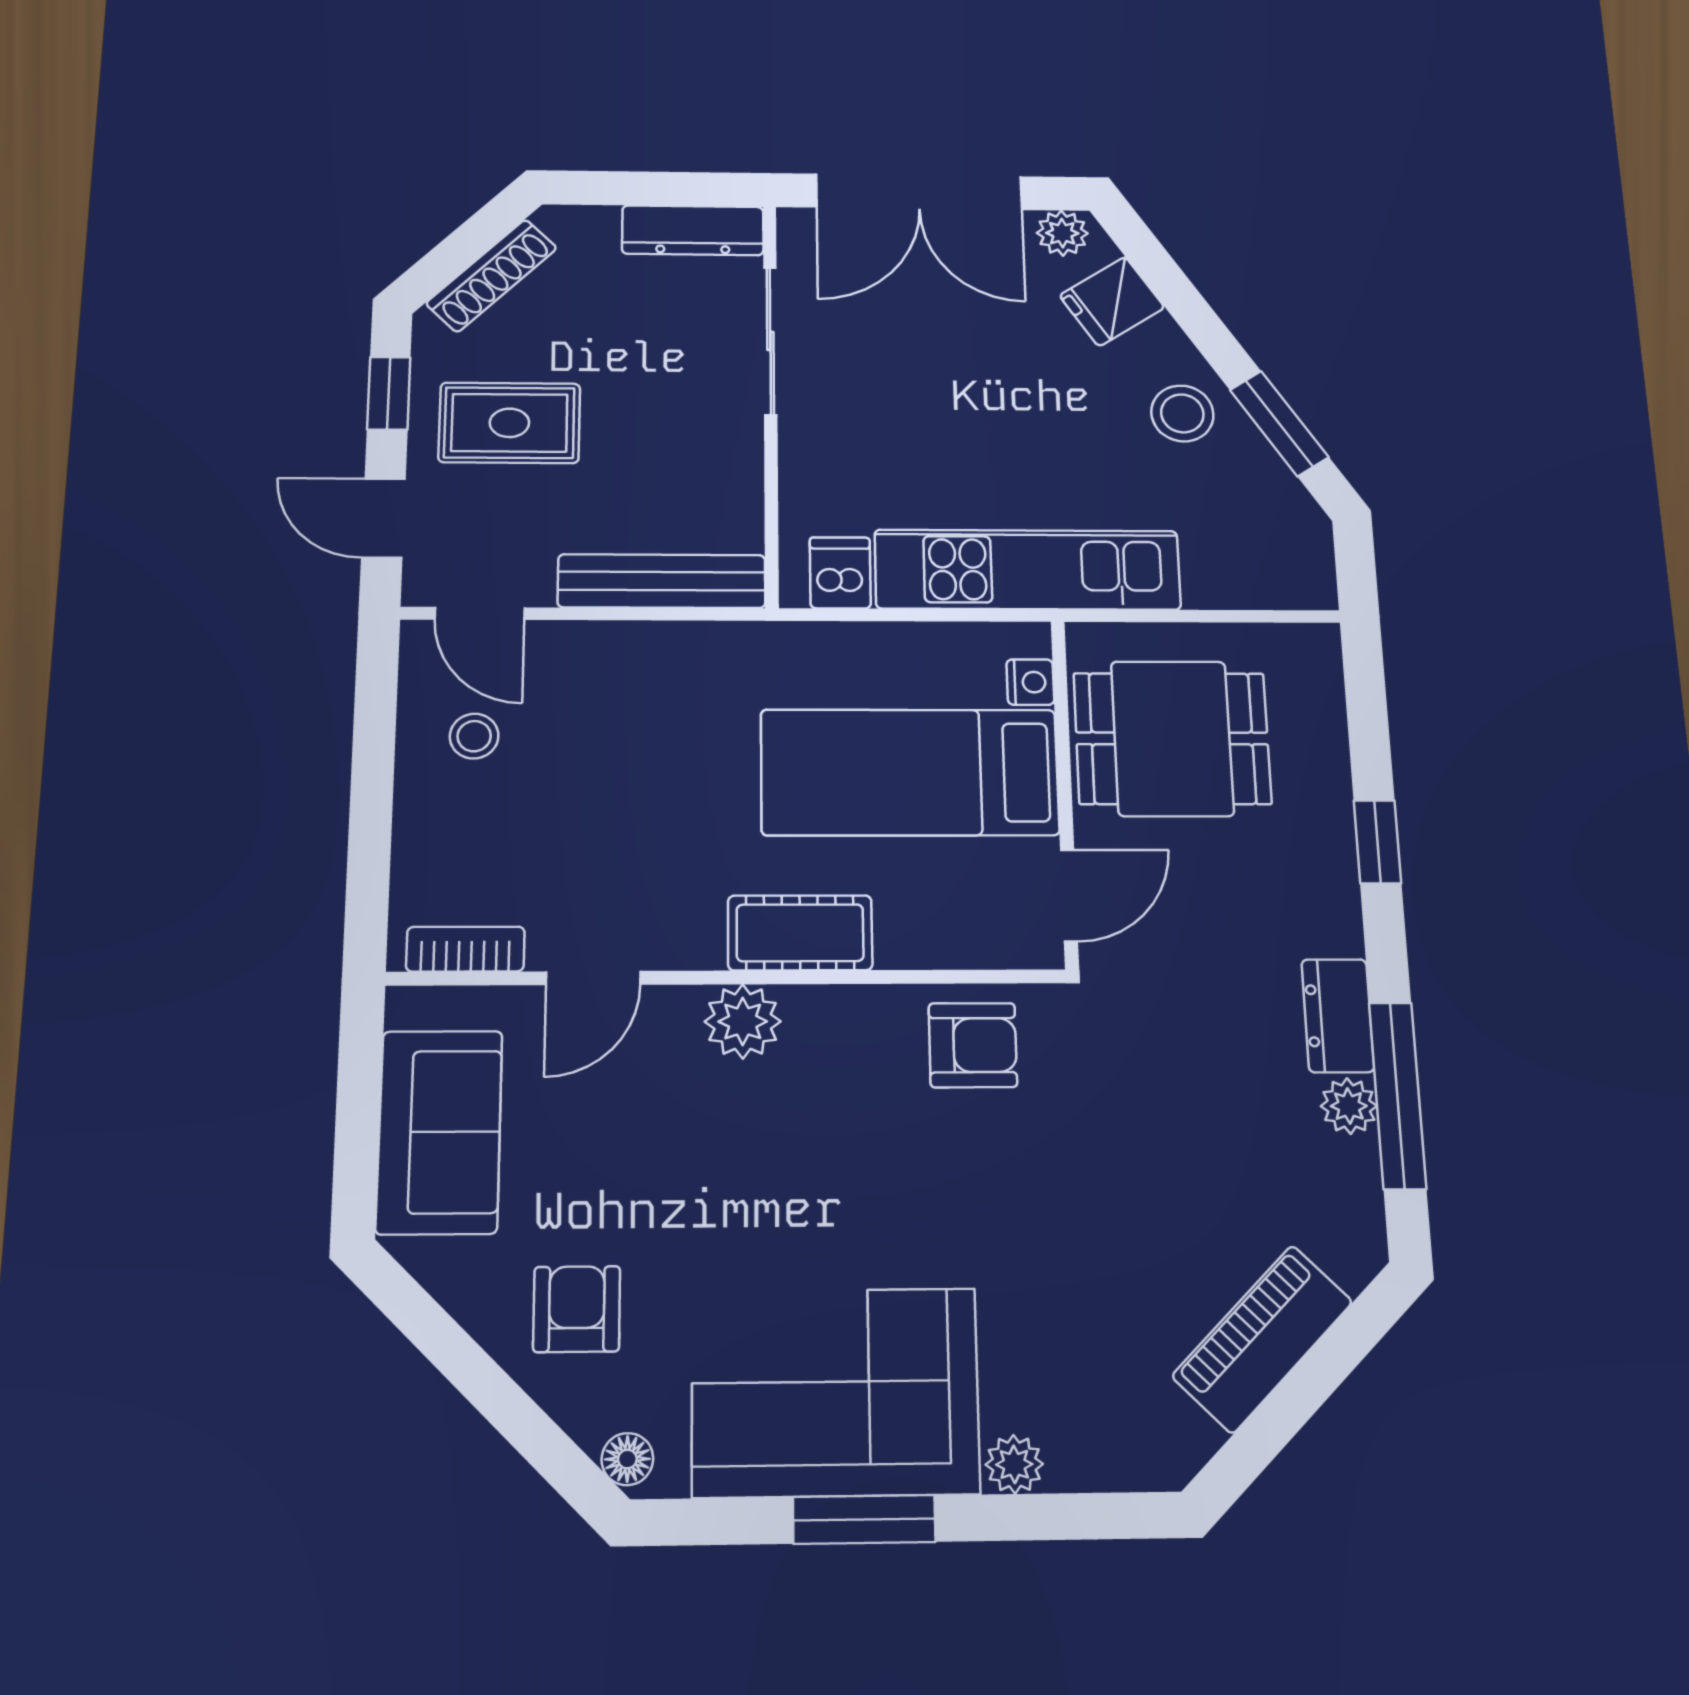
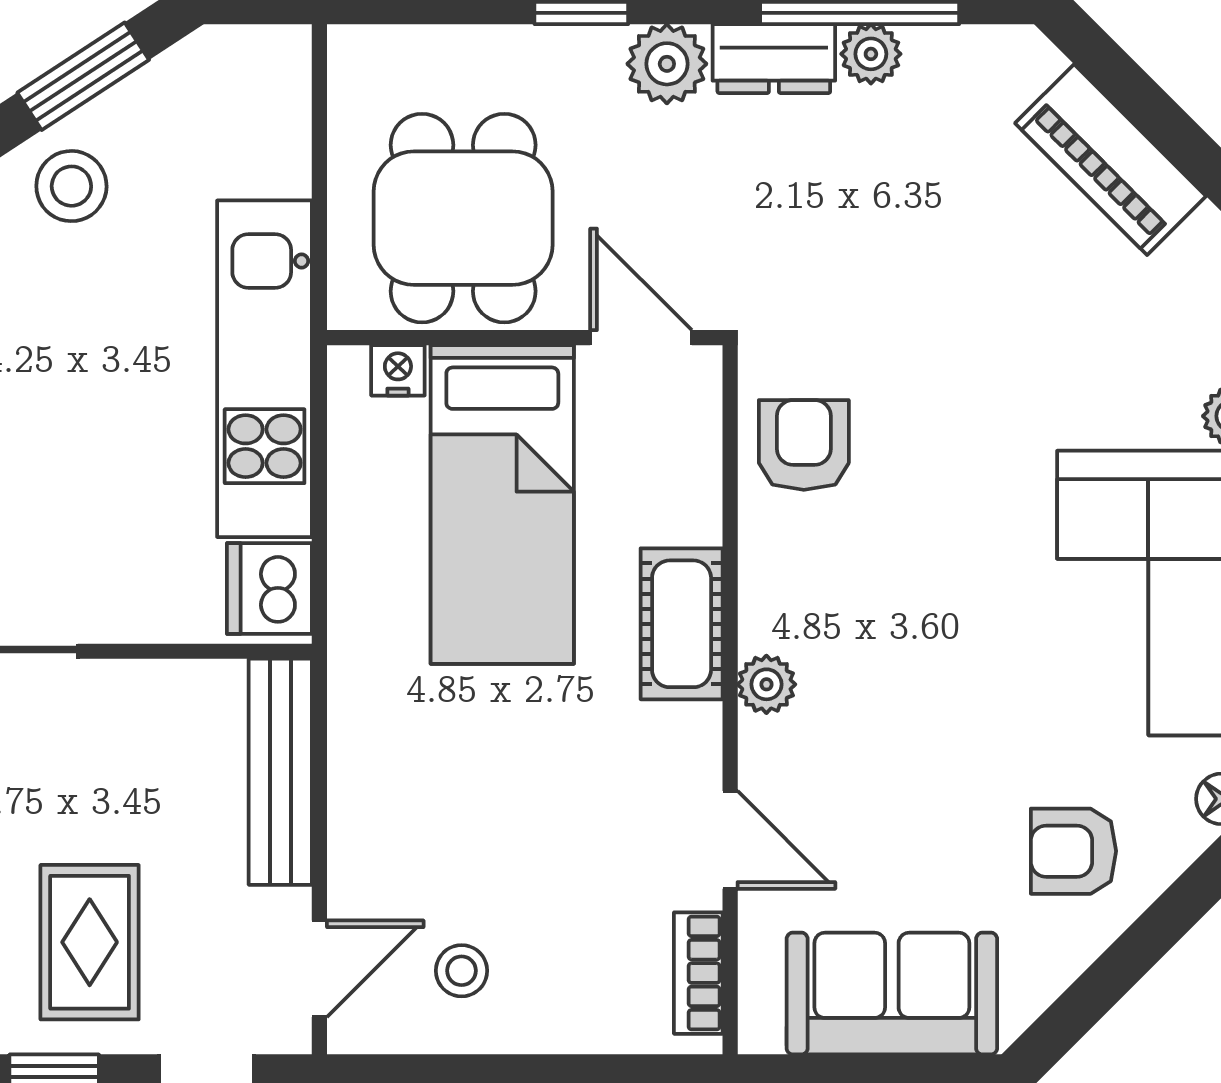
dishwasher: (840, 573) -> (269, 589), width x1.38
plant: (1326, 918) -> (667, 64), added
plant: (743, 1021) -> (766, 684), width x0.73, depth x0.73

